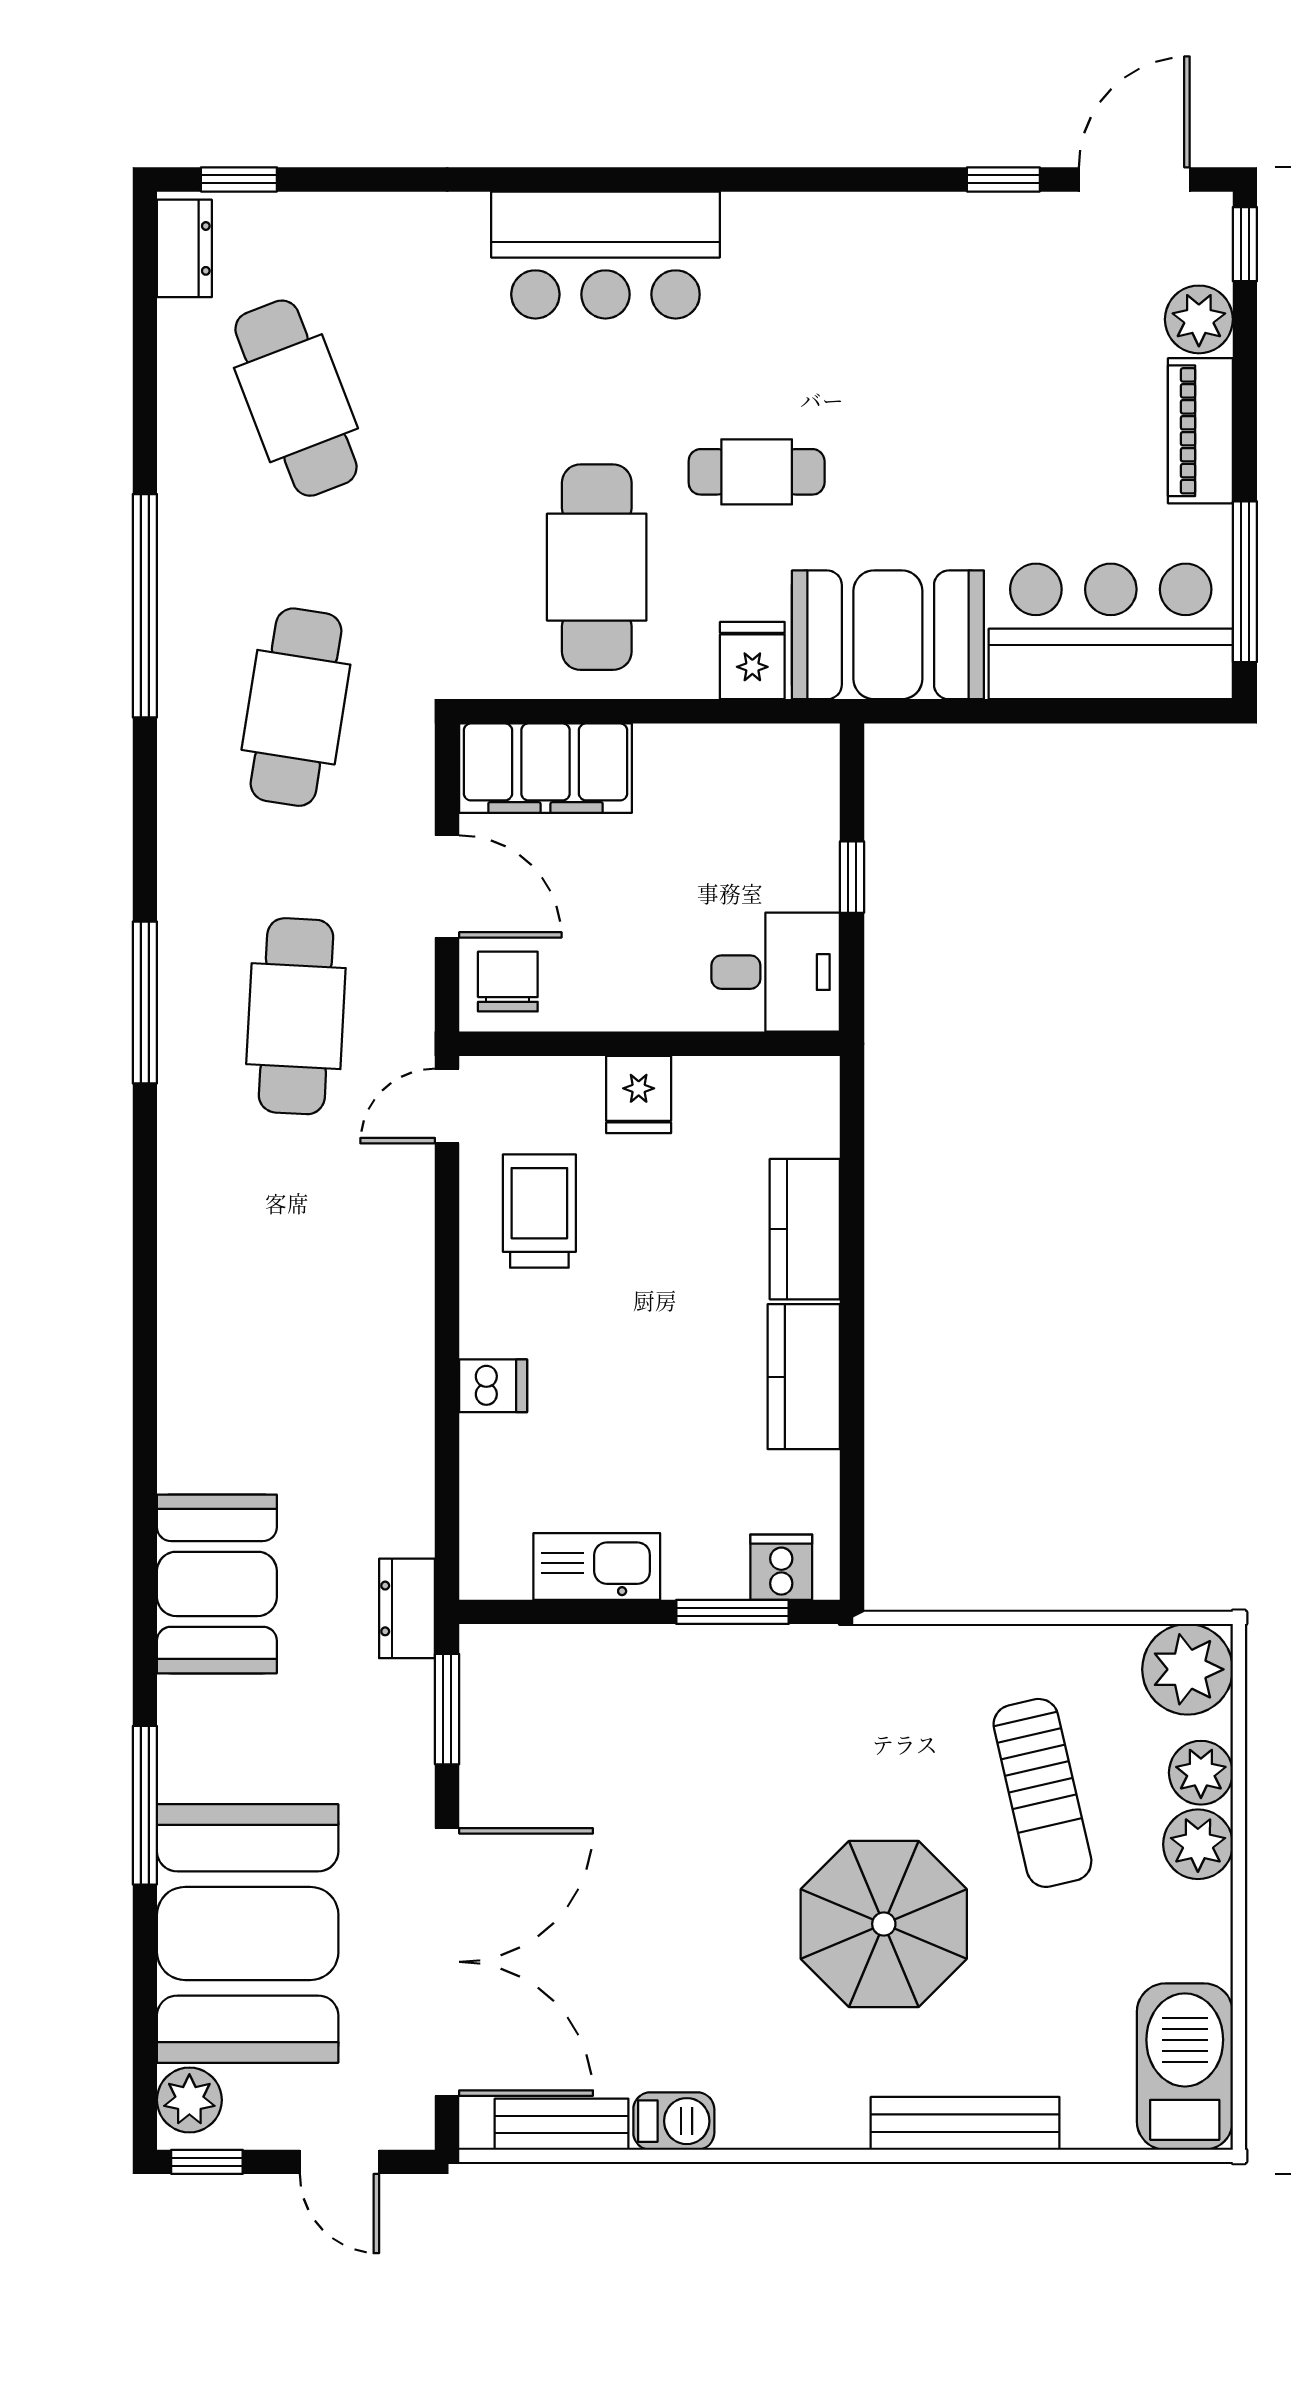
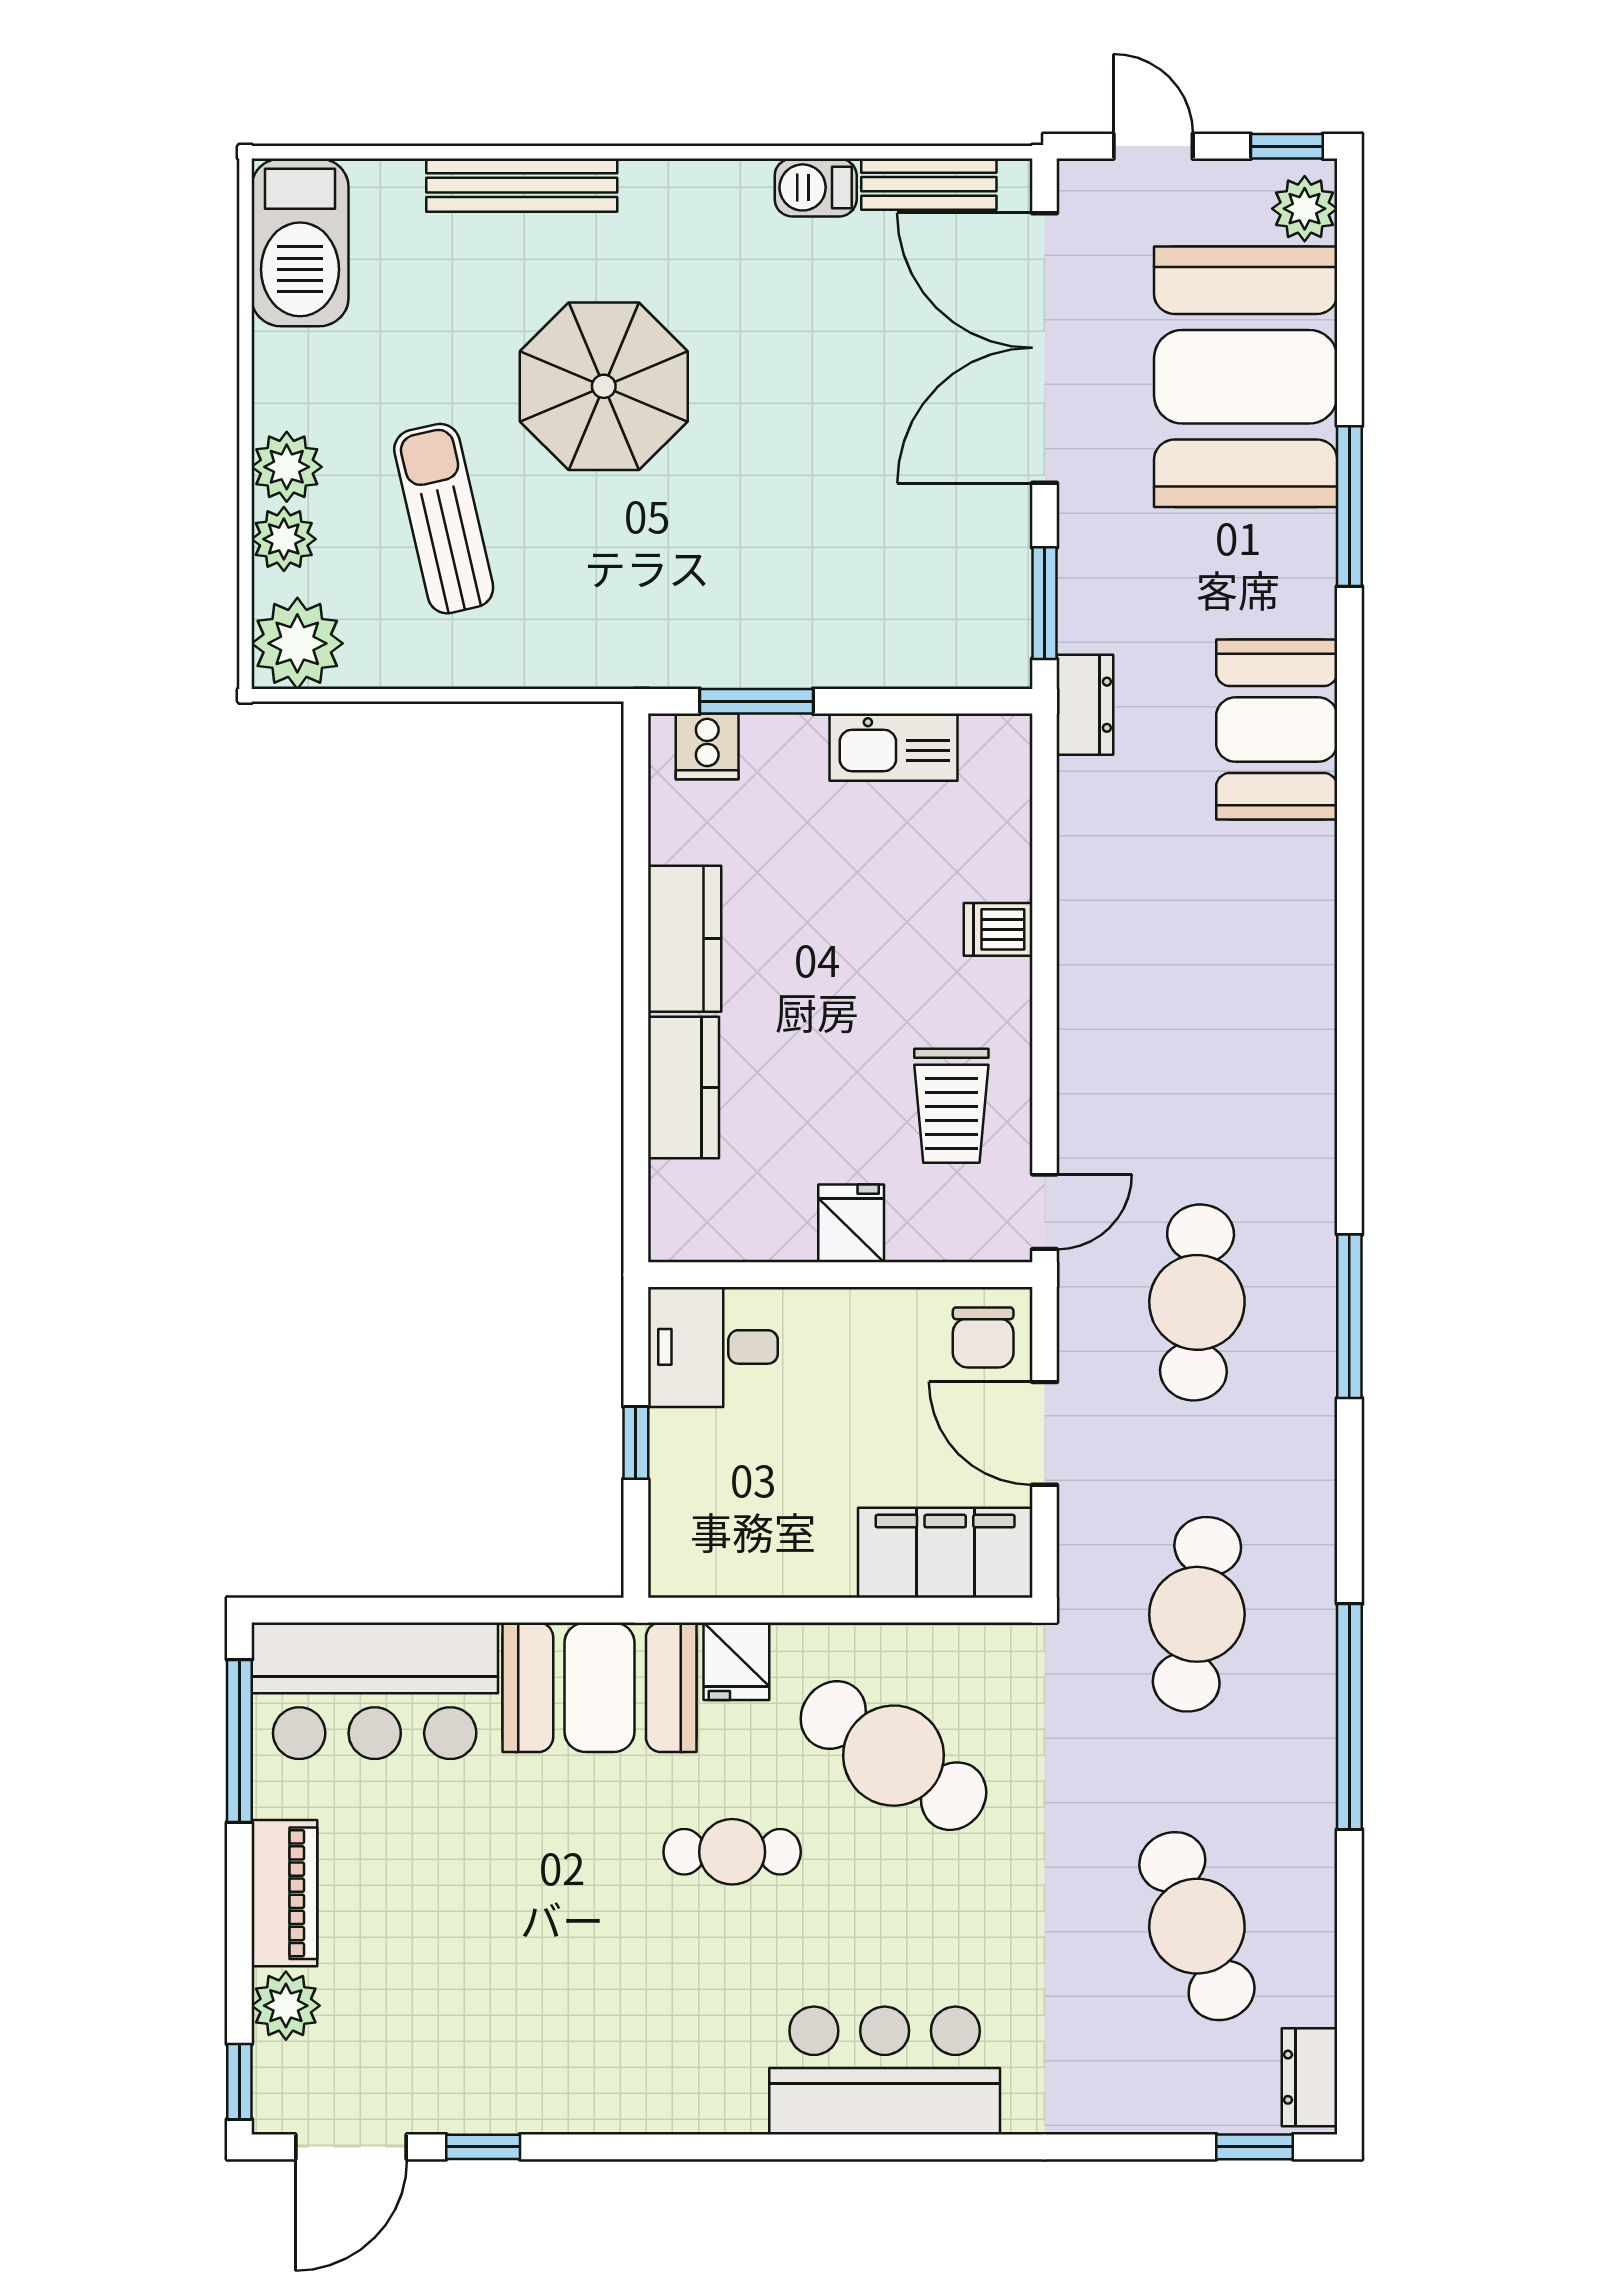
cafe table: (597, 567) -> (893, 1756), turned -56

